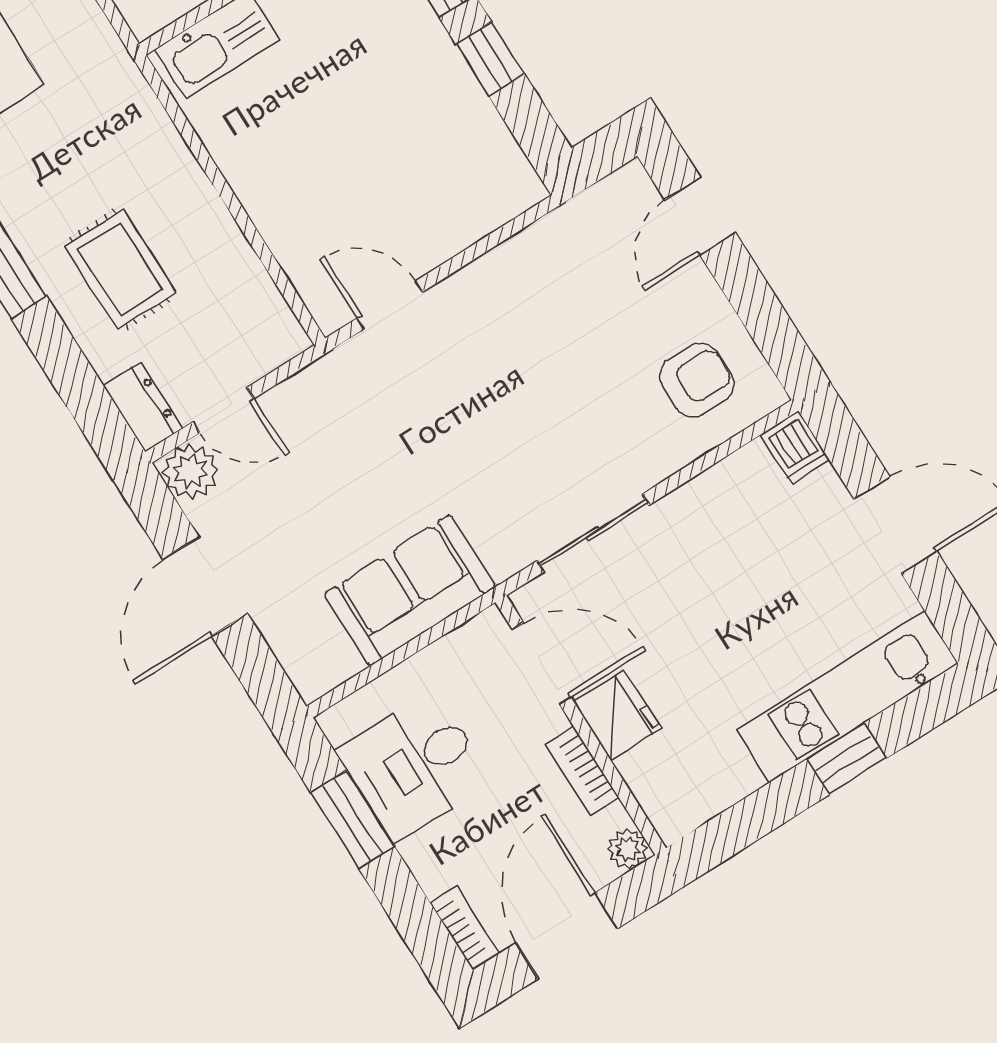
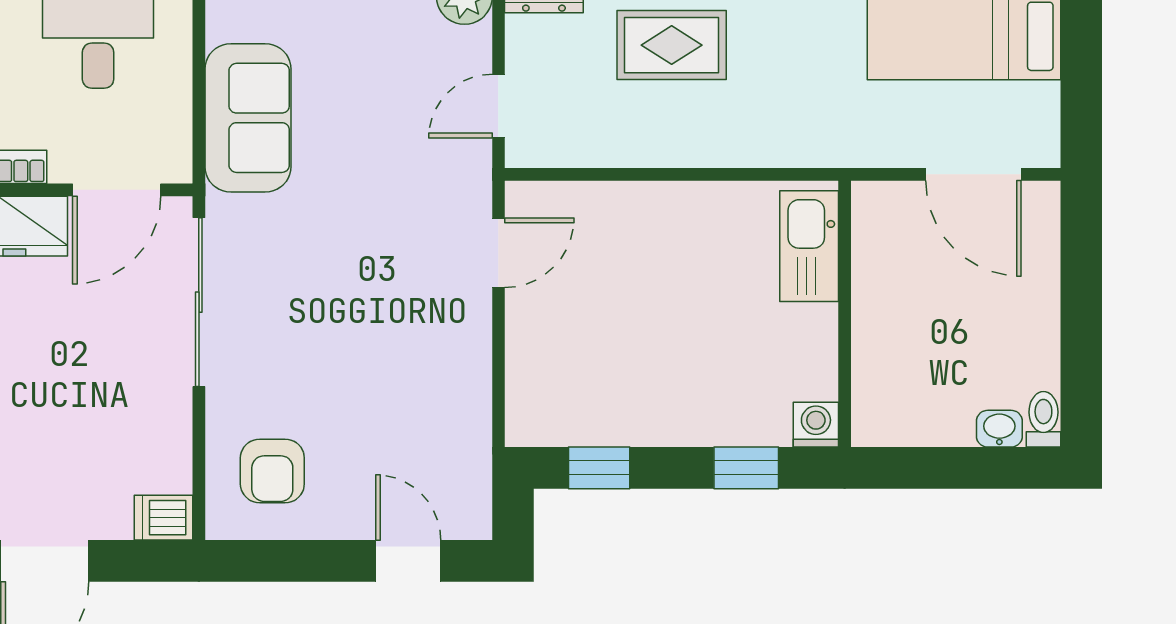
window: (490, 59) -> (599, 468), moved
door: (223, 410) -> (498, 106), moved
sliding door: (593, 533) -> (199, 302), width x1.37

